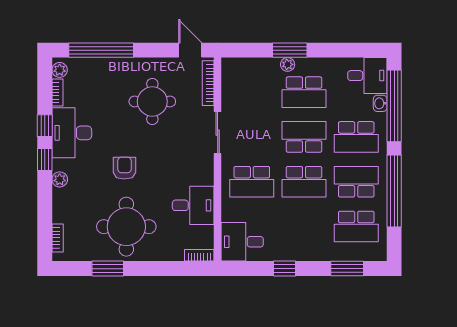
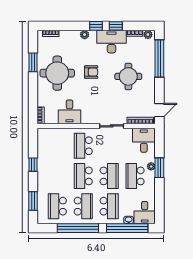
round table: (152, 101) -> (128, 76), moved
school desk: (356, 137) -> (109, 206), turned 180
desk: (242, 242) -> (144, 140), moved

